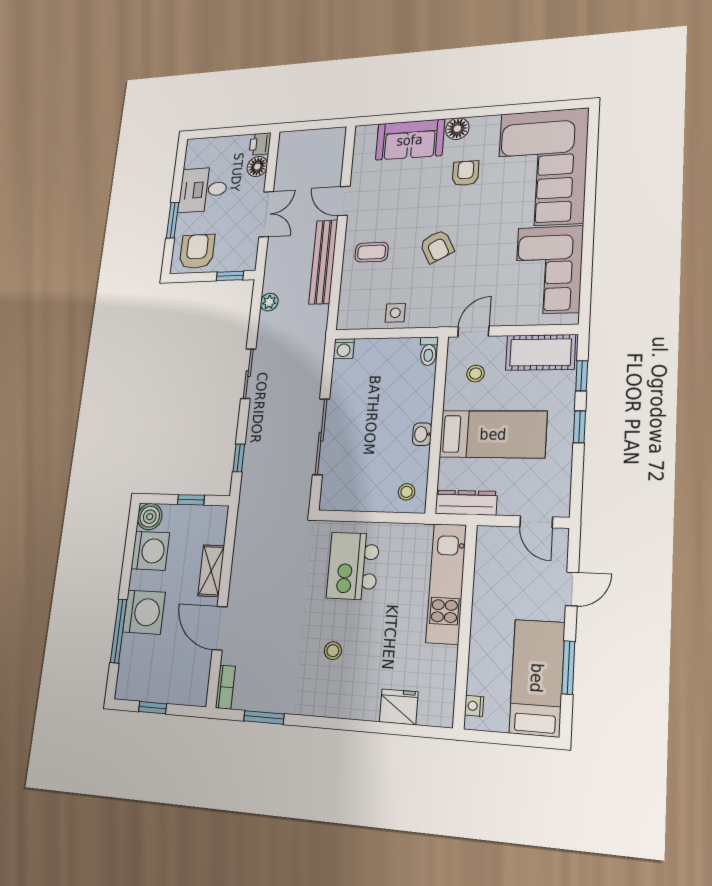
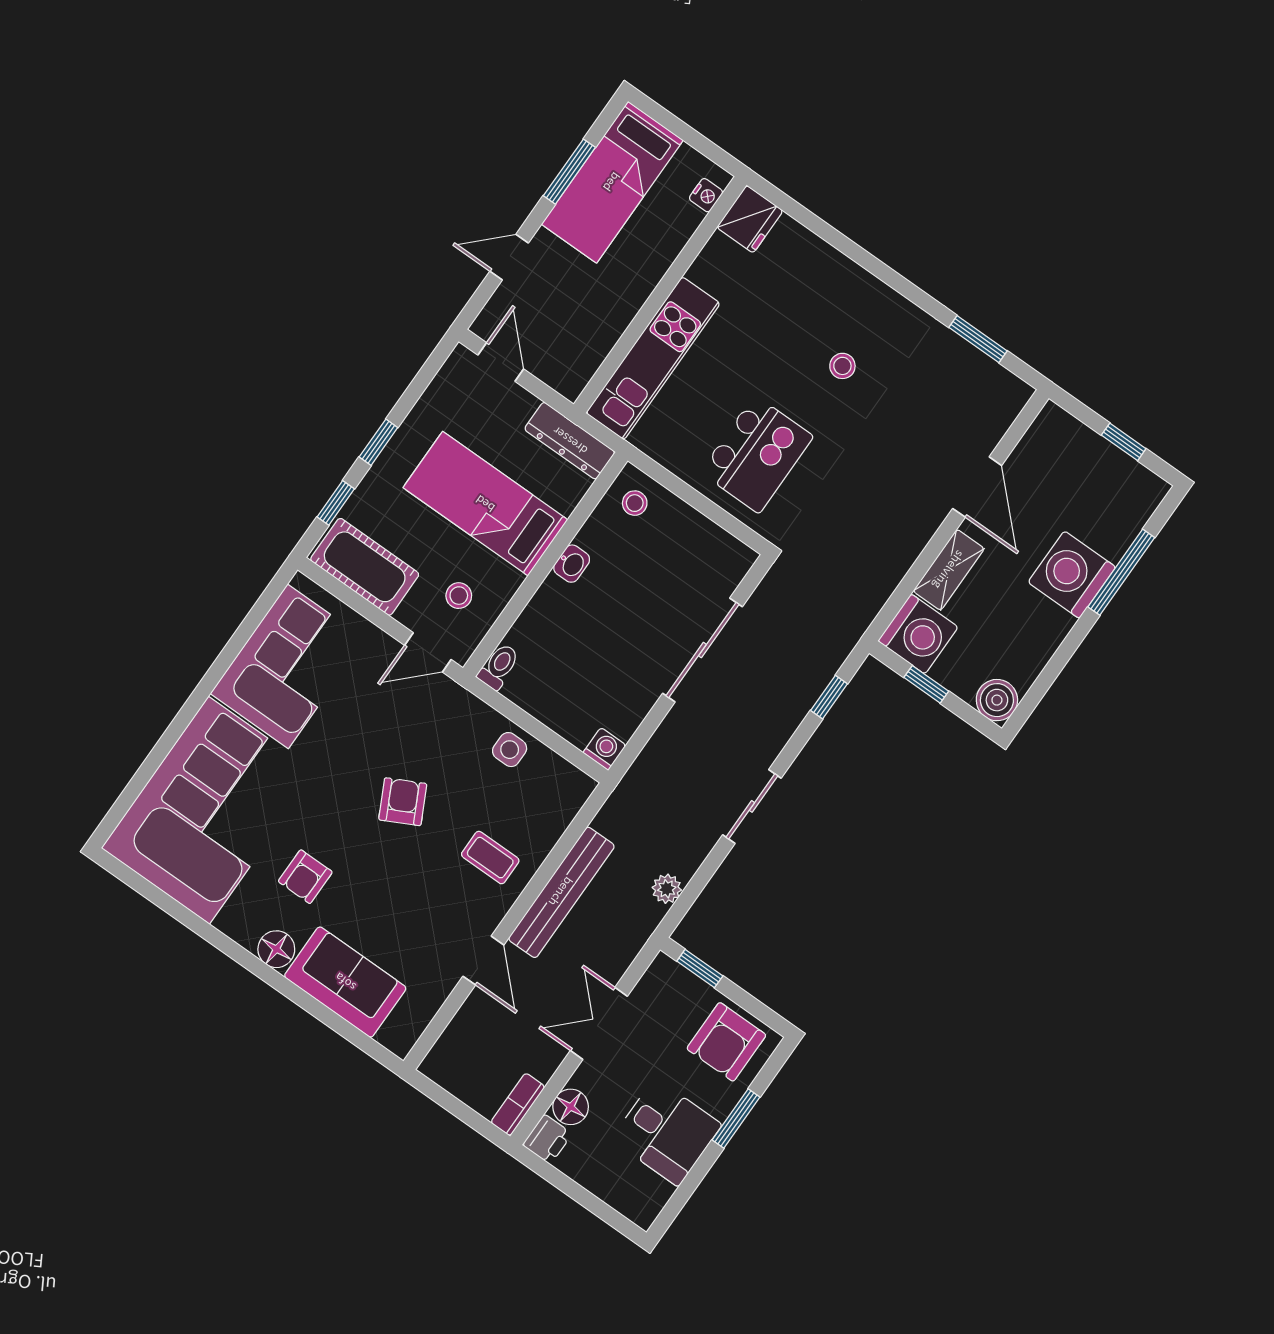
washing machine: (150, 551) -> (918, 634), moved, turned 180
bookcase: (225, 687) -> (518, 1104), moved
fridge: (399, 707) -> (750, 219), moved, turned -90

